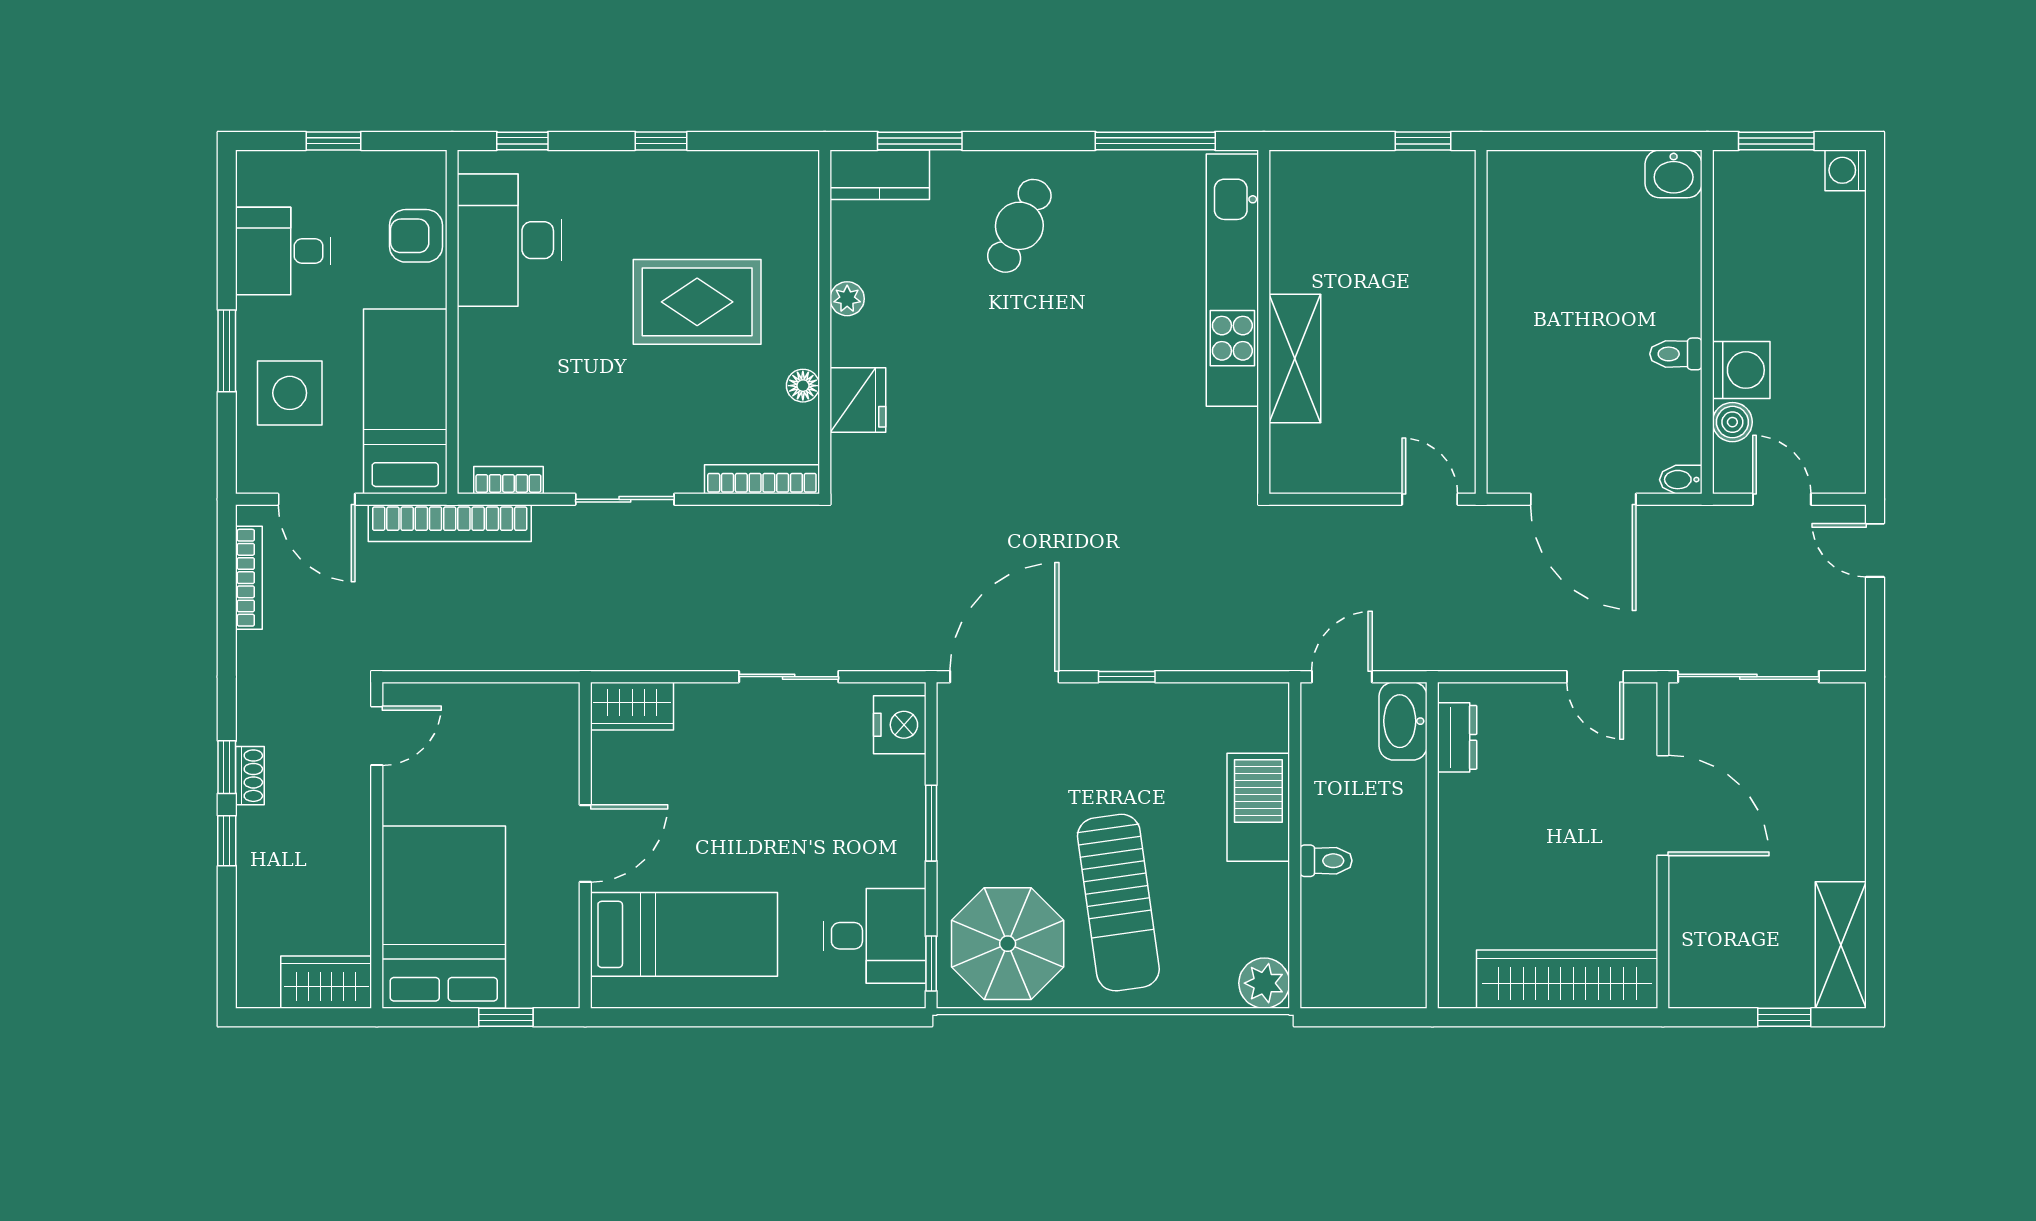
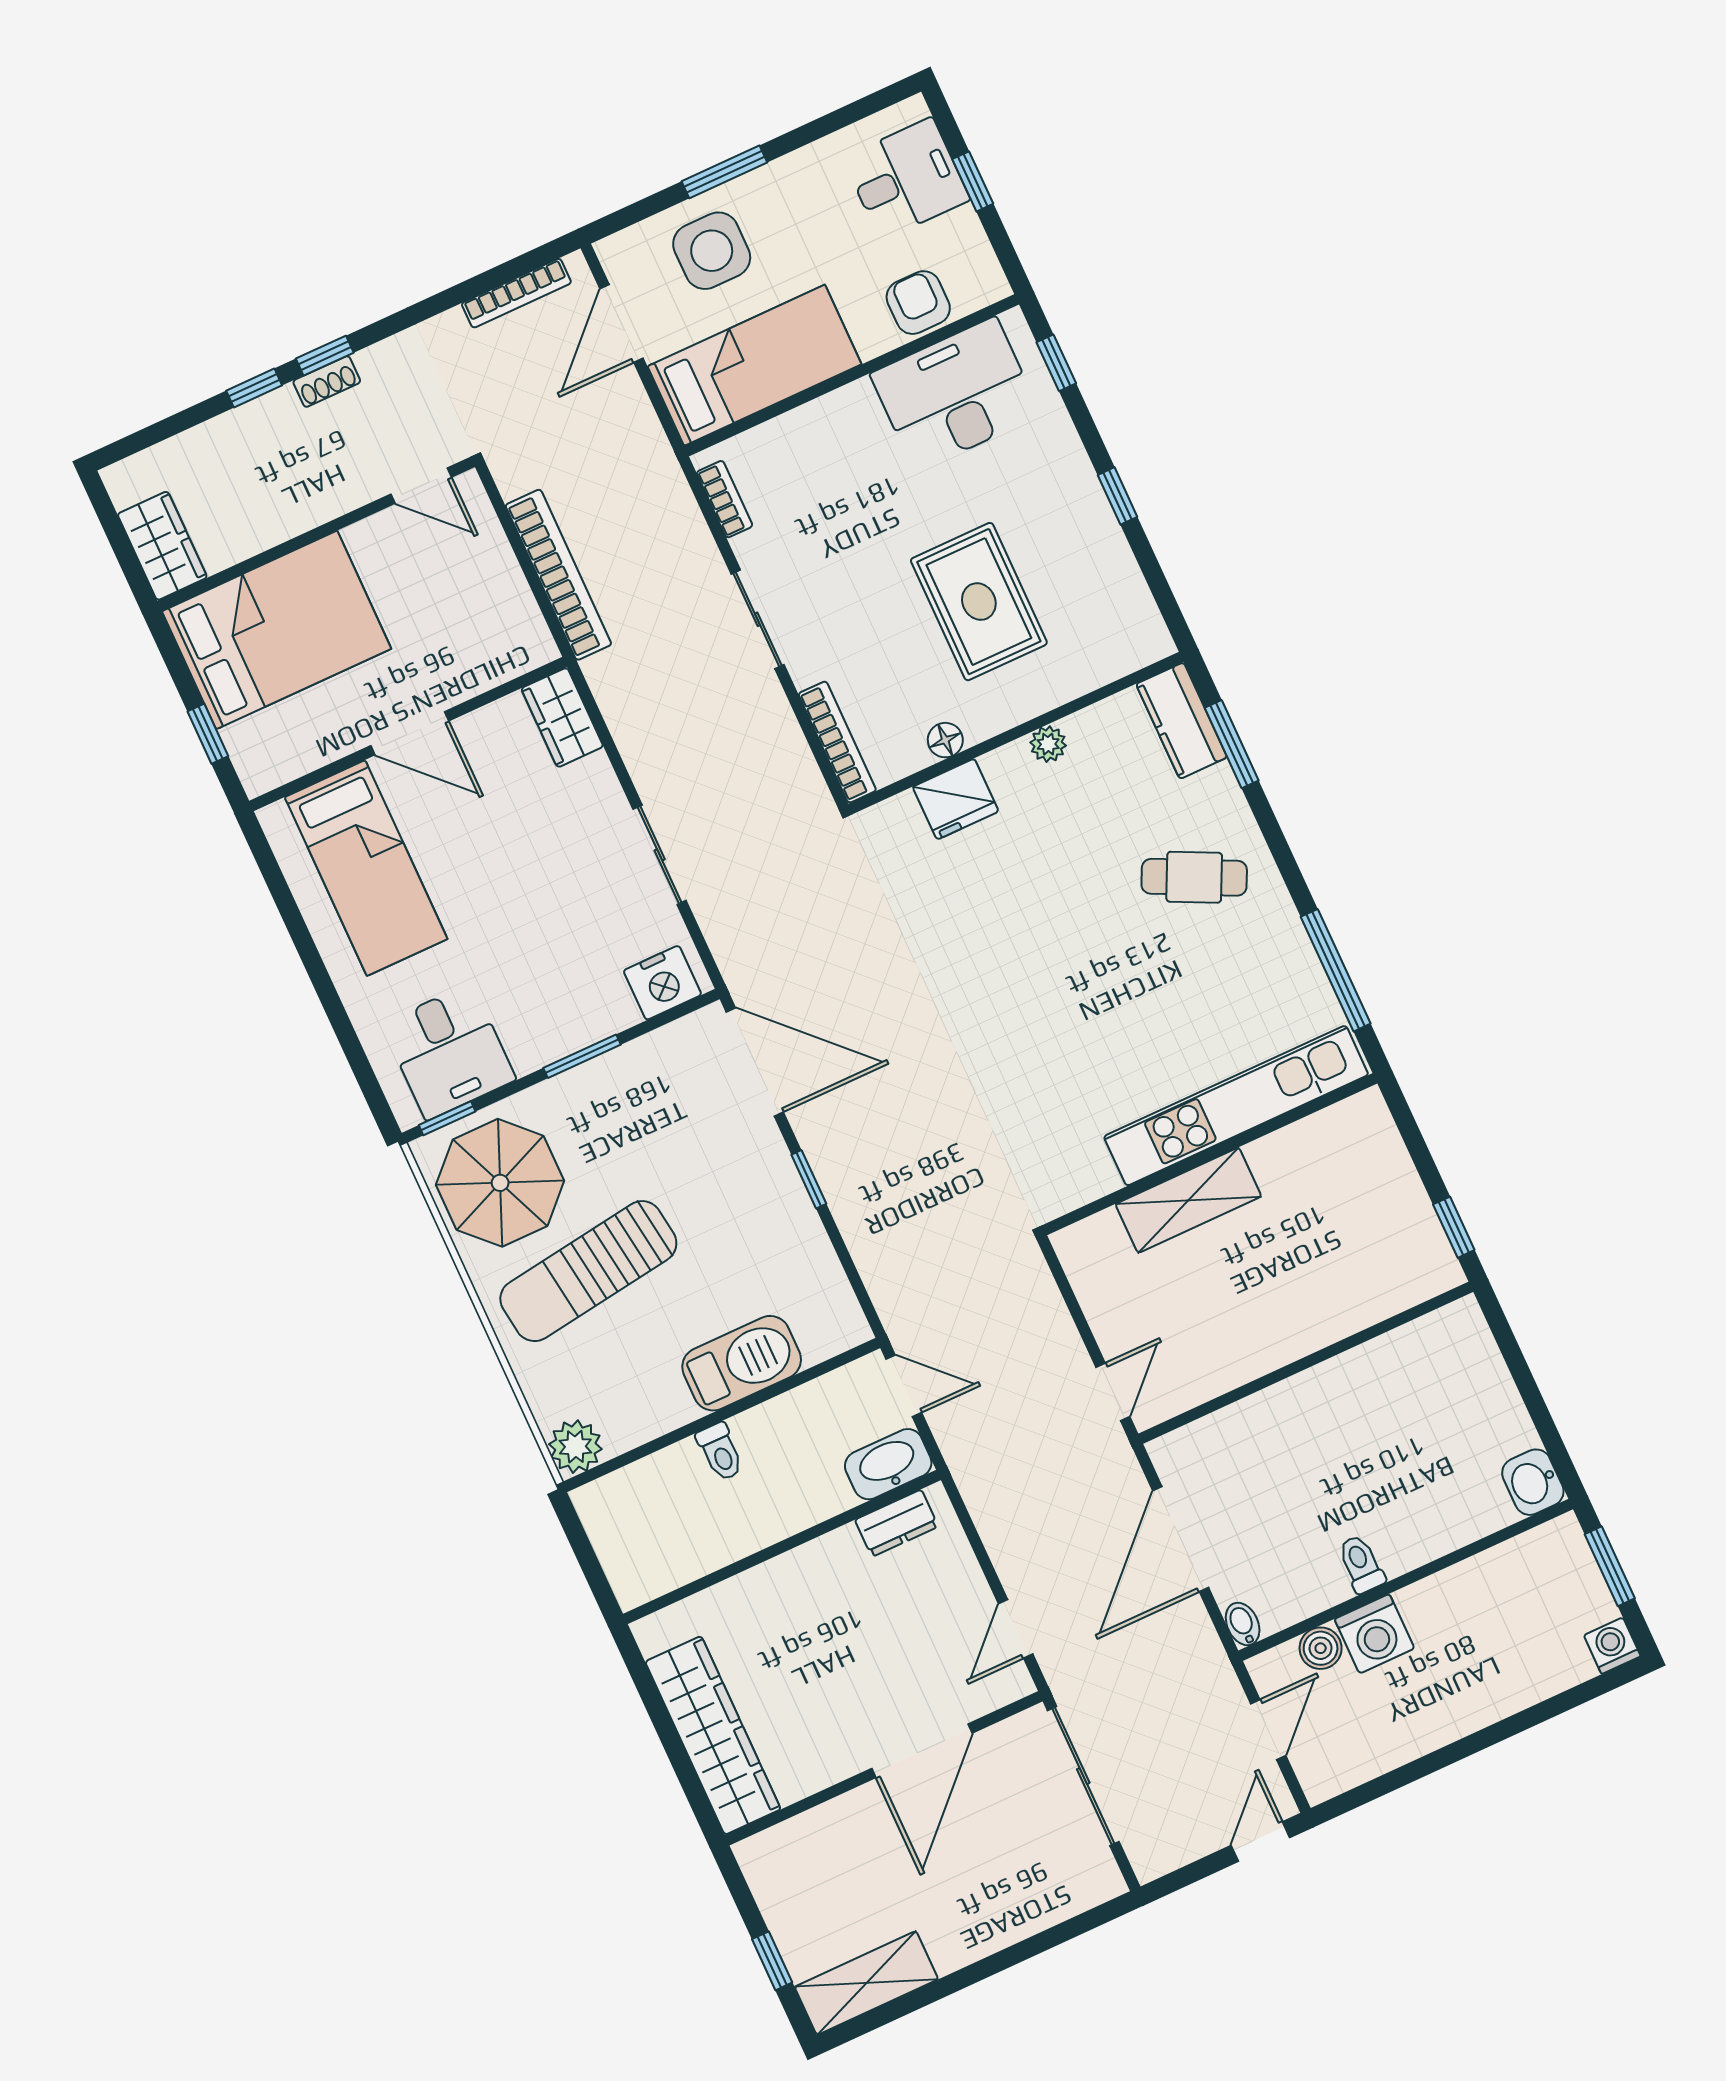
desk: (283, 251) -> (906, 179), moved, turned 90
bookcase: (450, 523) -> (558, 575), moved, turned 180

